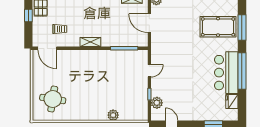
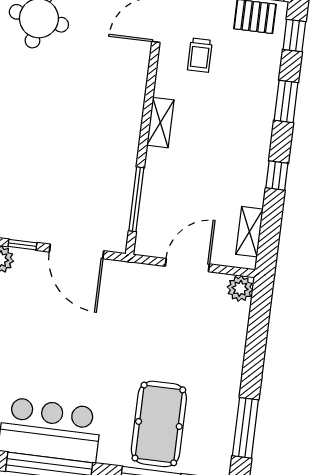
door: (149, 71) -> (77, 251), width x1.87

